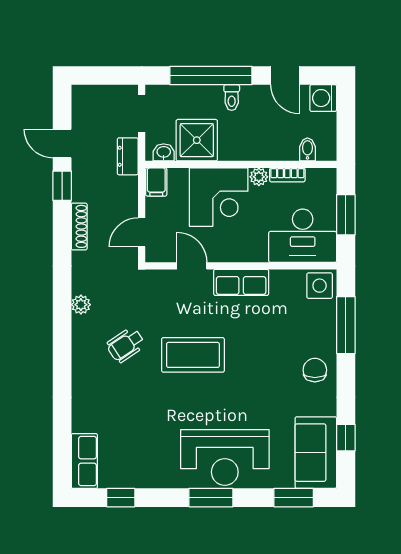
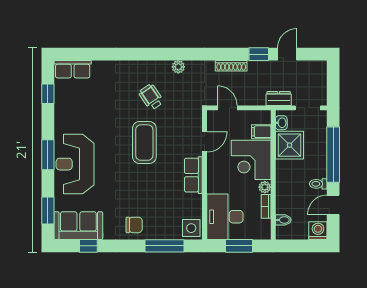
toilet: (232, 98) -> (318, 184), moved
filing cabinet: (156, 182) -> (261, 132), moved

